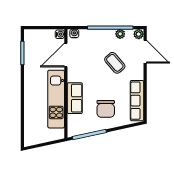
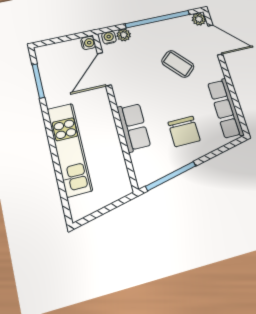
plant: (120, 34) -> (124, 35), moved
kitchen unit: (56, 99) -> (69, 149), moved, turned 180

